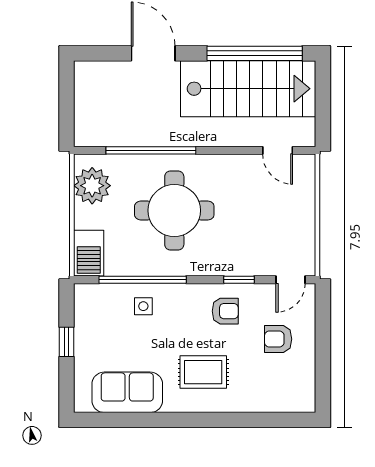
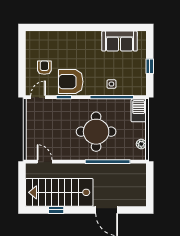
window: (255, 53) -> (56, 210), width x0.32
plant: (92, 186) -> (141, 144), width x0.53, depth x0.53
armchair: (225, 311) -> (71, 82), width x1.88, depth x1.88
armchair: (278, 339) -> (44, 68), turned -90
rug: (203, 372) -> (82, 51), removed

